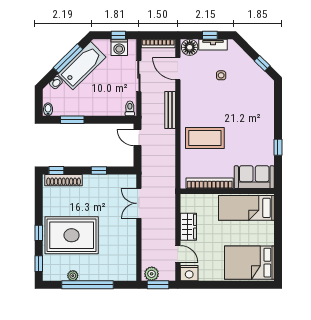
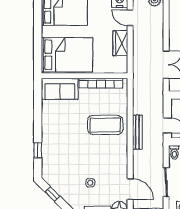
bench: (170, 110) -> (137, 132), moved
window: (278, 147) -> (38, 150), moved
bed: (246, 208) -> (67, 55), width x1.50

